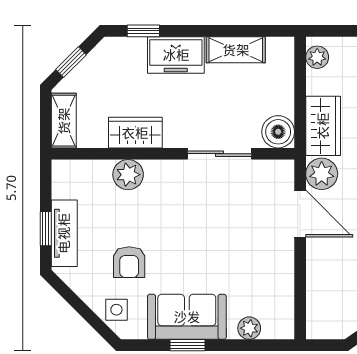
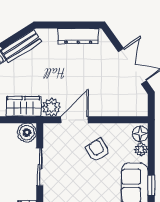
armchair: (248, 253) -> (98, 150), added
floor lamp: (276, 326) -> (140, 134), added

